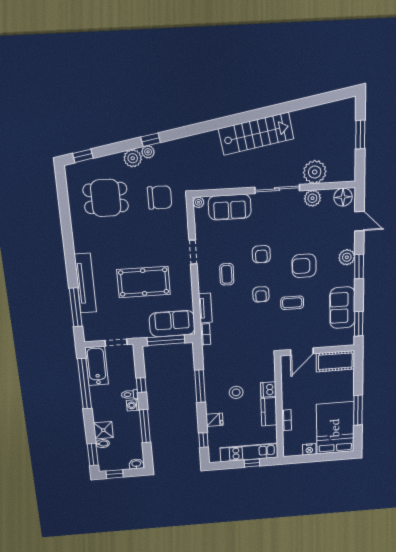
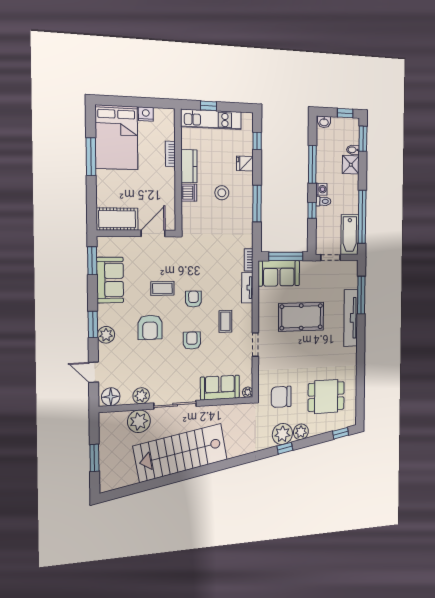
stairs: (256, 134) -> (181, 453), width x1.36, depth x1.51
plant: (148, 152) -> (282, 434), width x1.88, depth x1.88
armchair: (304, 266) -> (150, 327), turned 90

